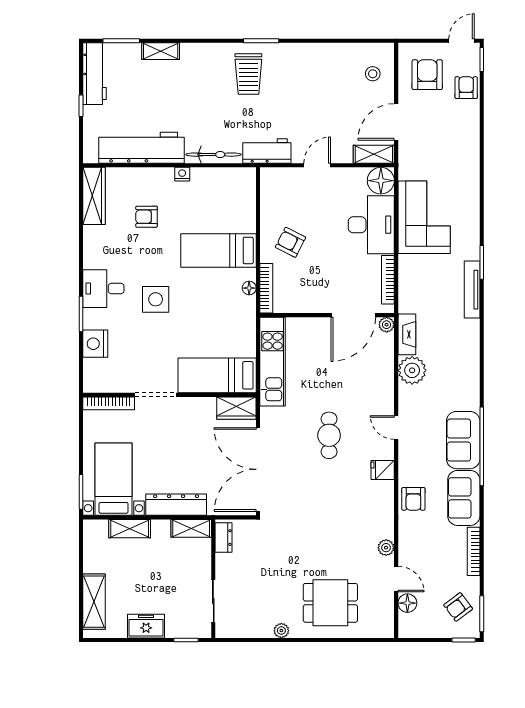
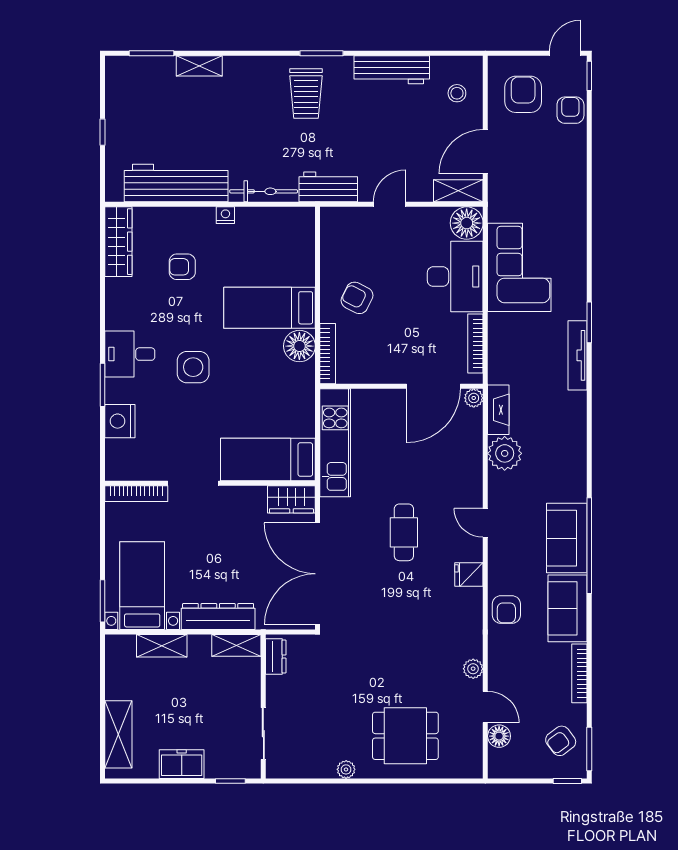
workbench: (95, 74) -> (392, 70), moved, turned 90
floor lamp: (249, 288) -> (299, 346), width x1.89, depth x1.89

